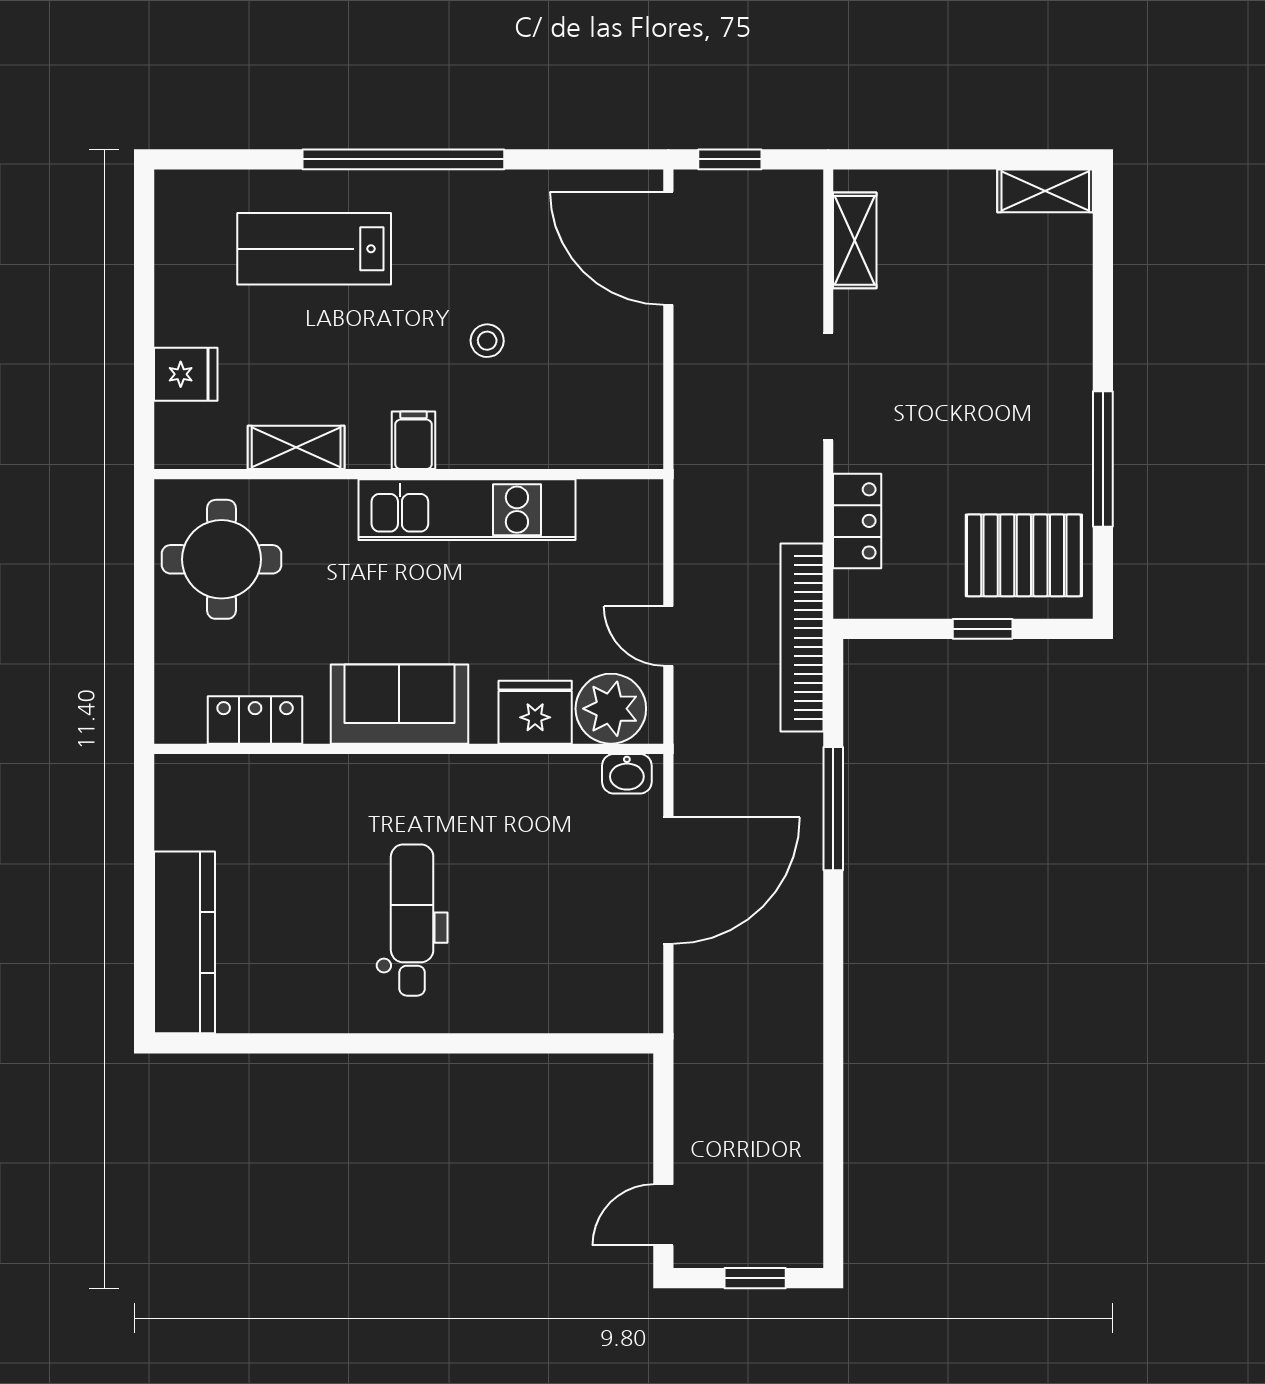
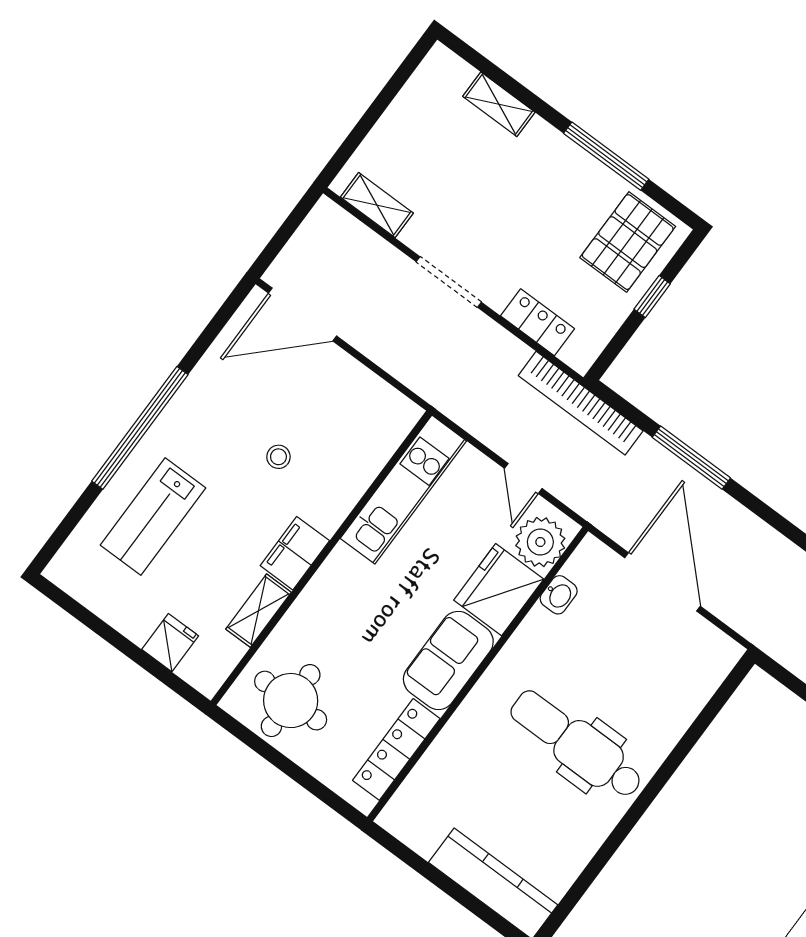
window: (730, 159) -> (278, 242), removed
shelving: (1045, 191) -> (499, 104), moved, turned 90
filing cabinet: (414, 440) -> (295, 553), width x2.00
kitchen unit: (467, 510) -> (403, 490), moved
door: (668, 636) -> (523, 478), hinge flipped
fridge: (535, 712) -> (499, 590), width x1.36, depth x1.34
locker: (255, 720) -> (396, 749), width x1.53
washbasin: (627, 774) -> (559, 595), moved
dental chair: (412, 920) -> (577, 745), width x1.36, depth x1.38

